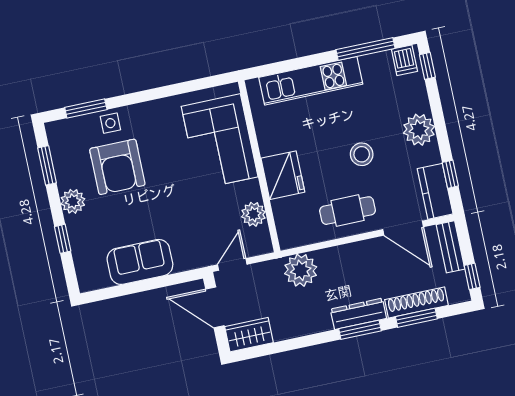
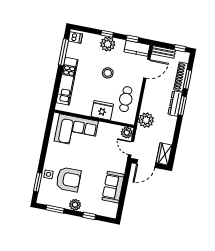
window: (427, 66) -> (107, 34), moved
cafe table: (348, 211) -> (126, 99), moved
plant: (253, 214) -> (127, 133), moved

